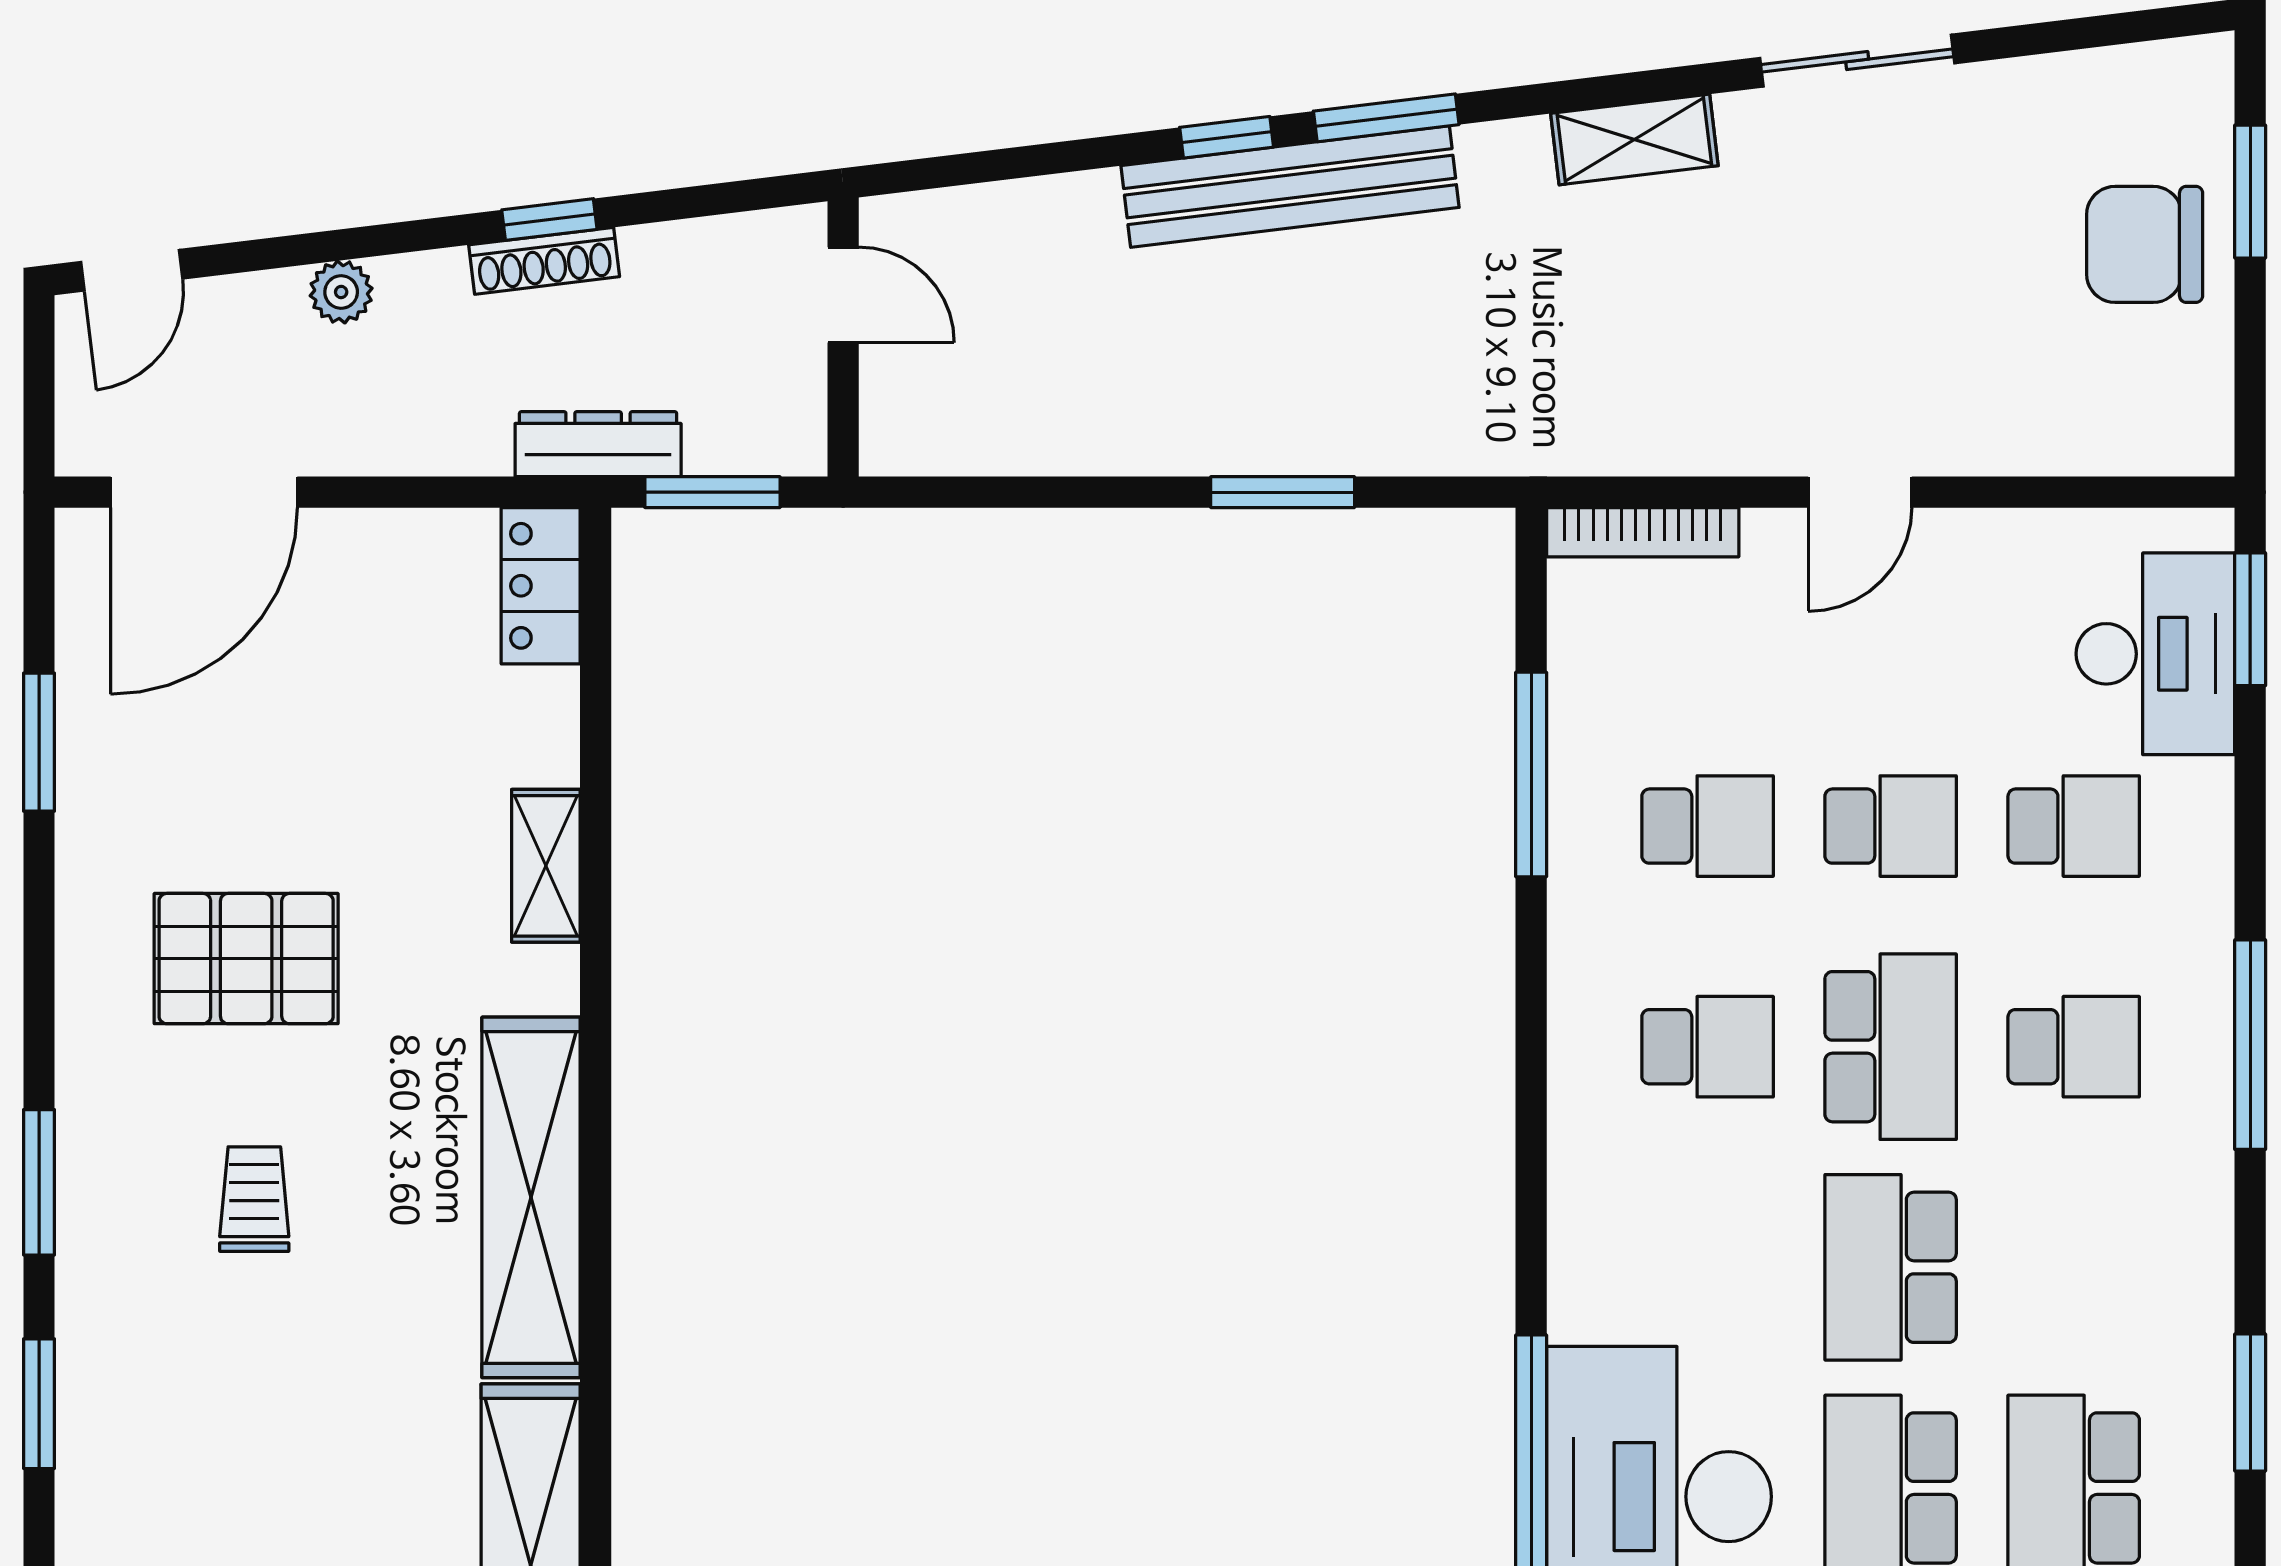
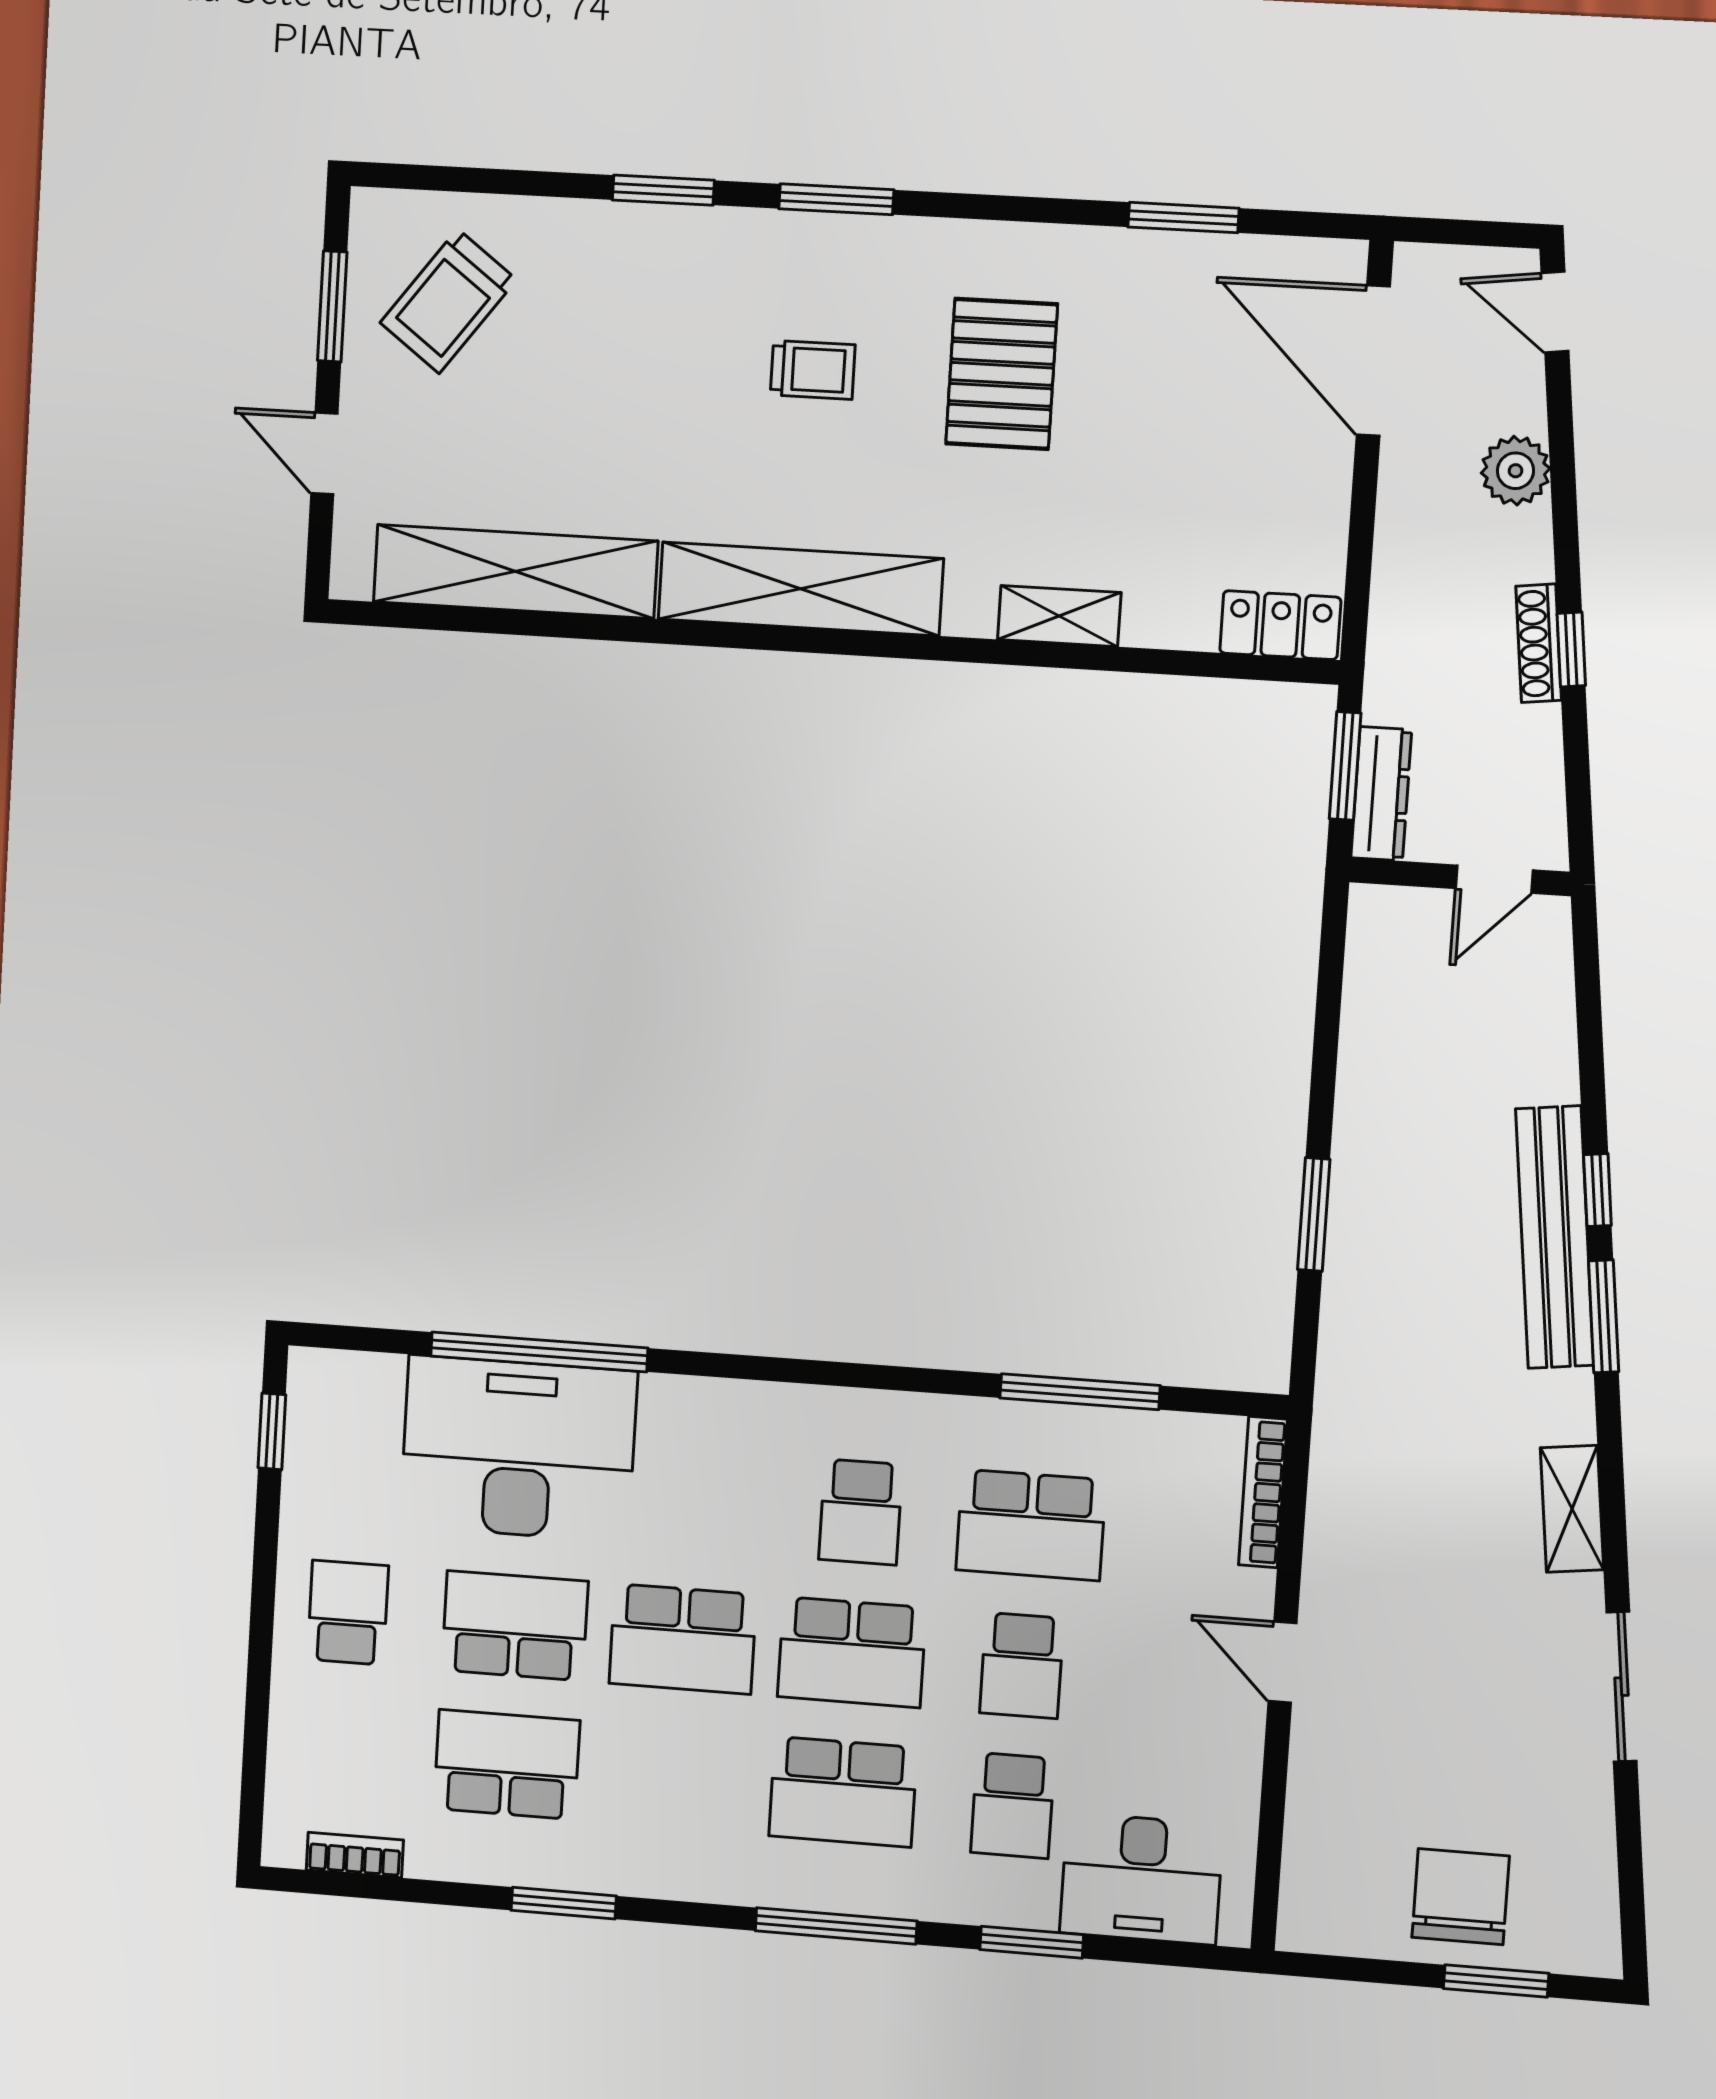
plant: (341, 292) -> (1516, 471), width x1.38, depth x1.38
dresser: (598, 444) -> (1381, 794), moved
window: (2250, 619) -> (1032, 1942), moved
school desk: (1708, 826) -> (1031, 1525), width x1.85
school desk: (2074, 1047) -> (843, 1792), width x1.85
school desk: (1891, 1267) -> (683, 1639), turned 180

